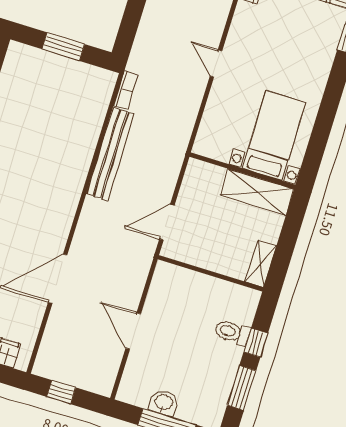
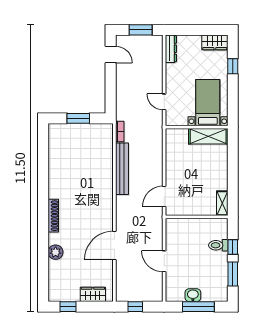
bed with nightstands: (274, 135) -> (208, 103), moved
wall: (242, 171) -> (197, 127), moved
shelving: (257, 192) -> (208, 136), moved

